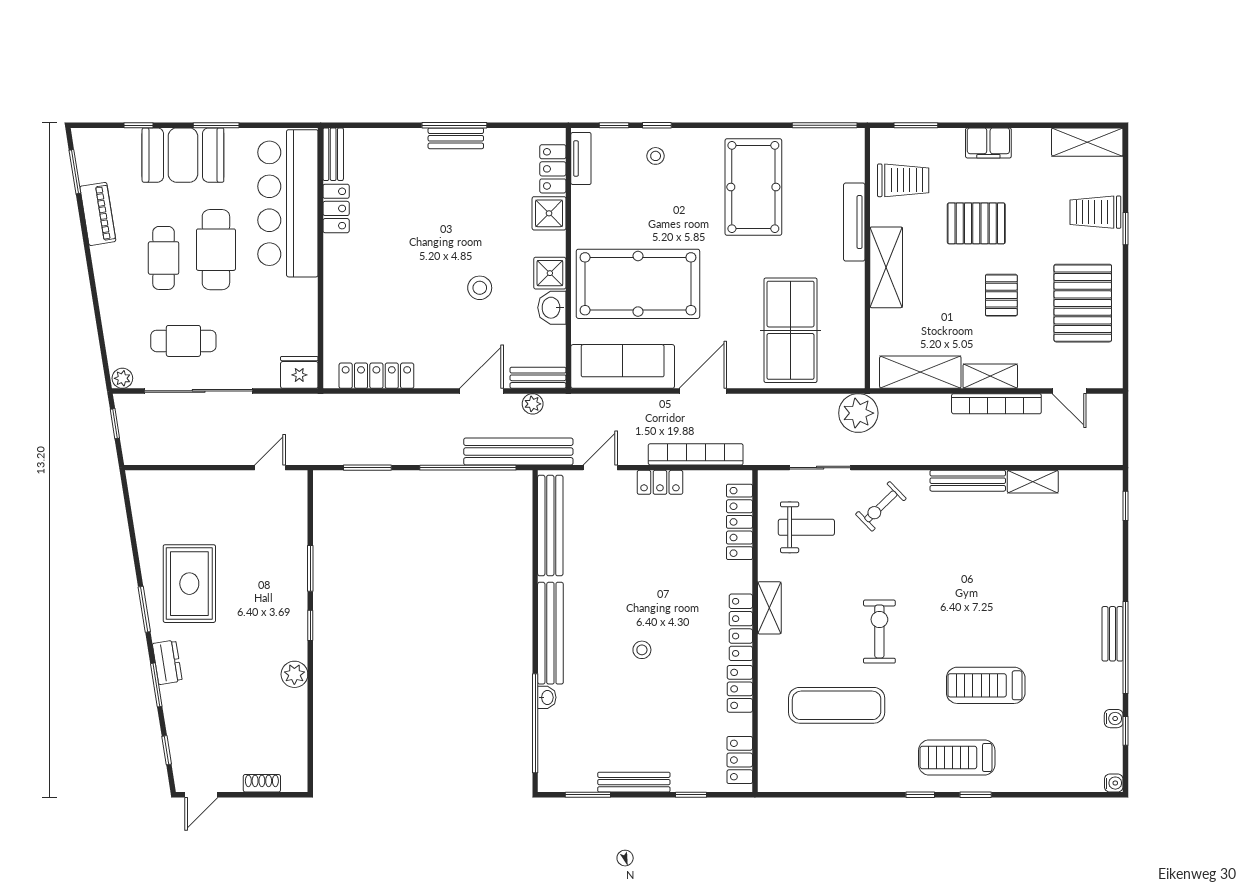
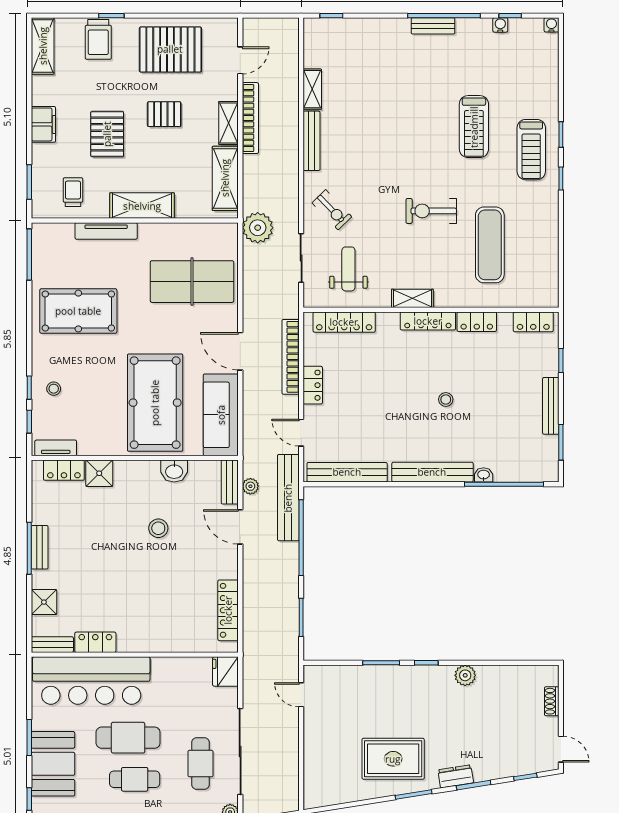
trolley: (903, 180) -> (73, 192), width x0.73, depth x0.72
shower: (550, 273) -> (44, 602), moved

